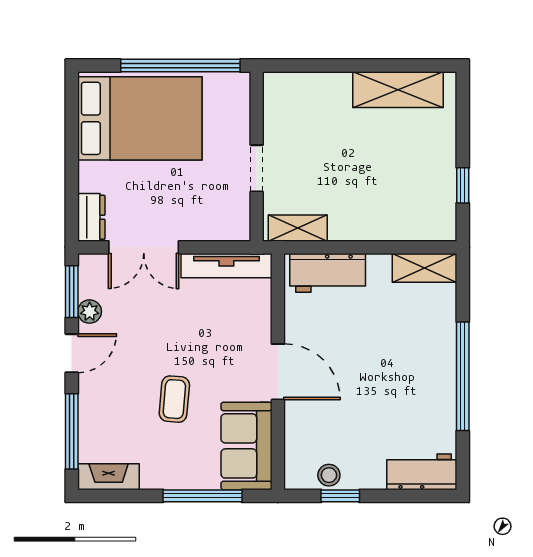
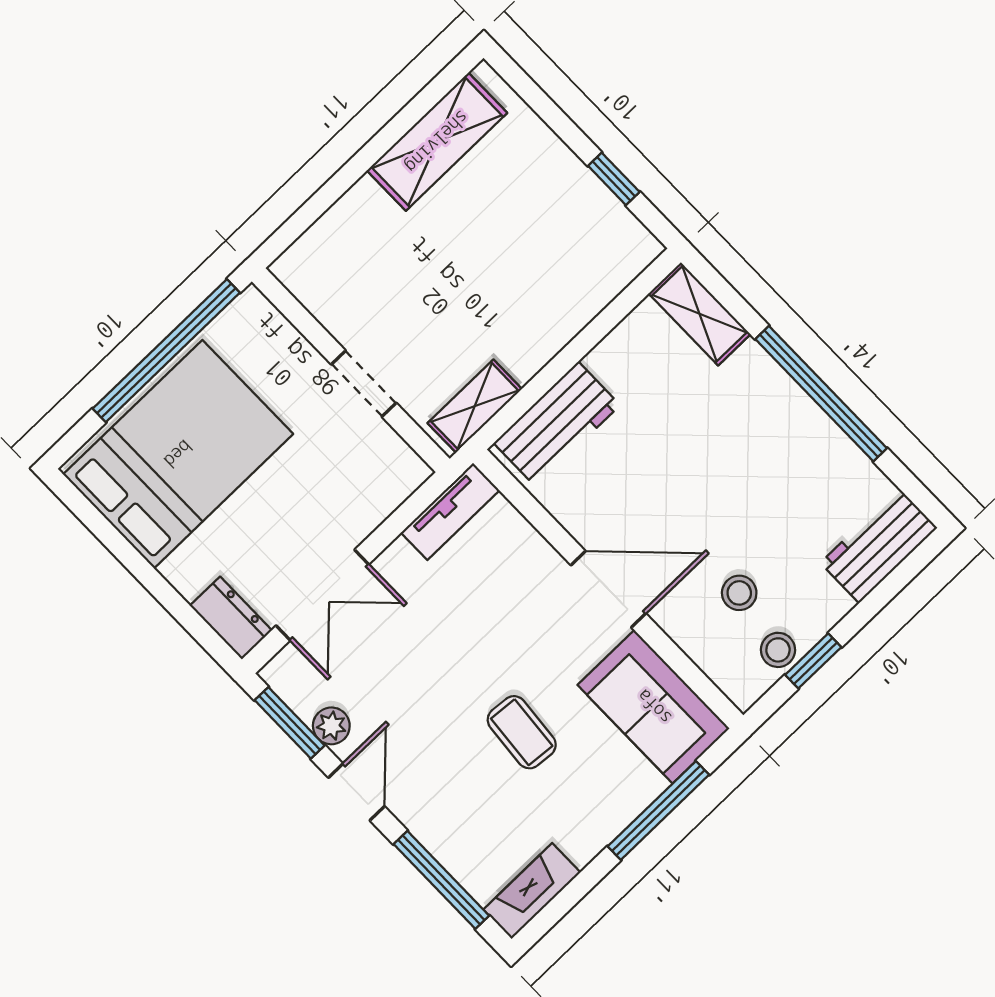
tv unit: (226, 266) -> (450, 511), width x0.71
shelving: (425, 268) -> (699, 314), moved, turned 90
stool: (336, 432) -> (739, 593), added

